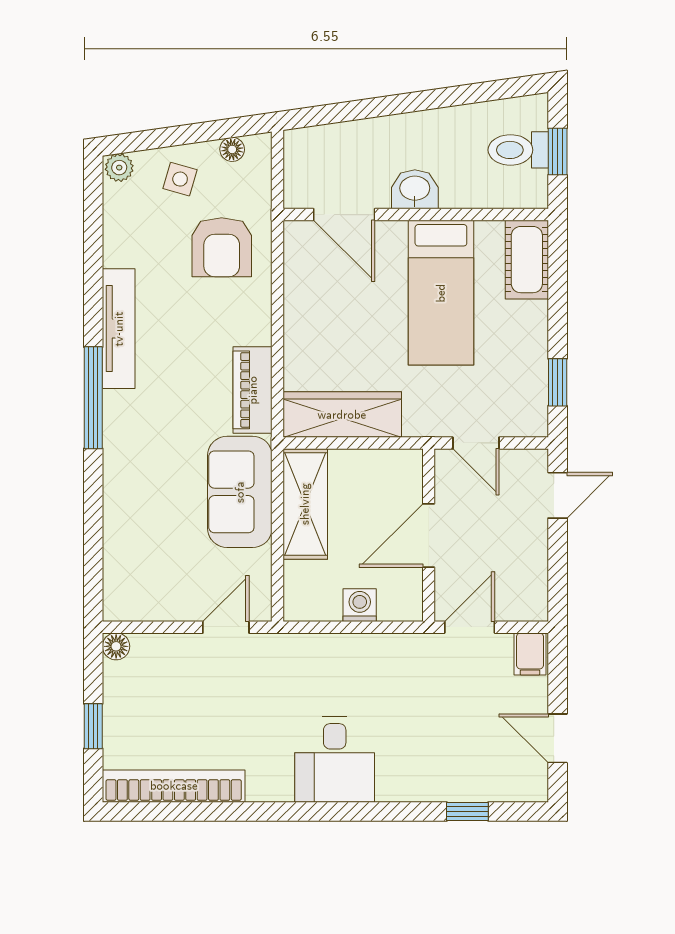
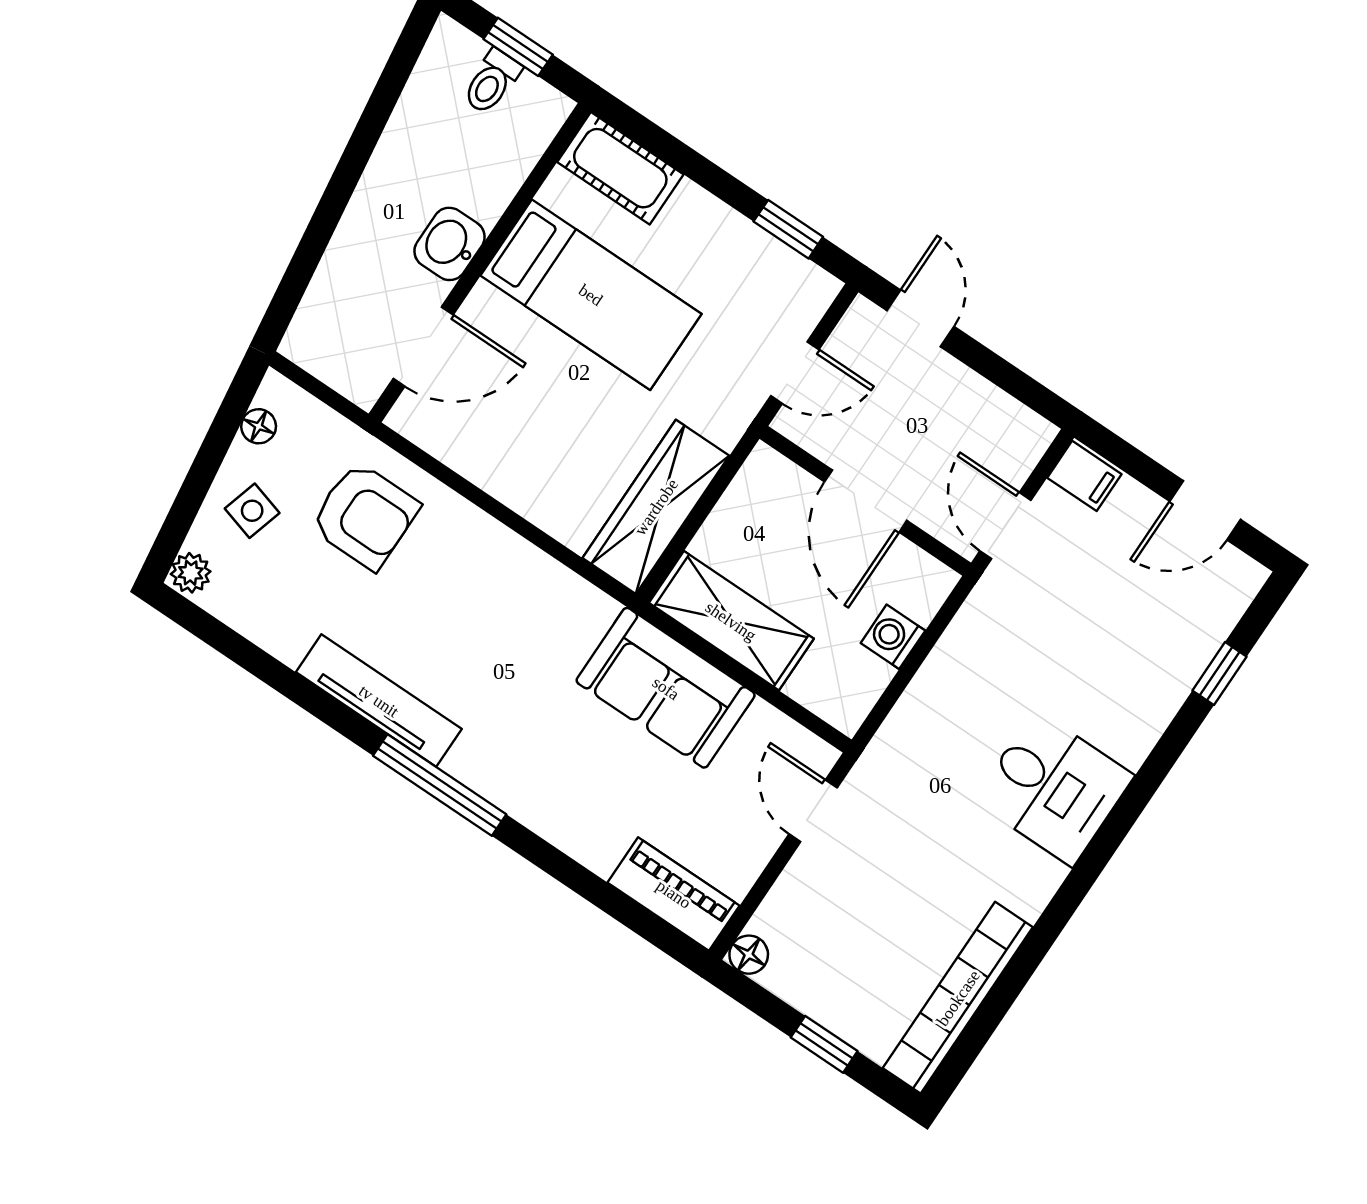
toilet: (518, 150) -> (492, 82), width x0.73, depth x0.72
piano: (253, 390) -> (674, 894), moved, turned 180

